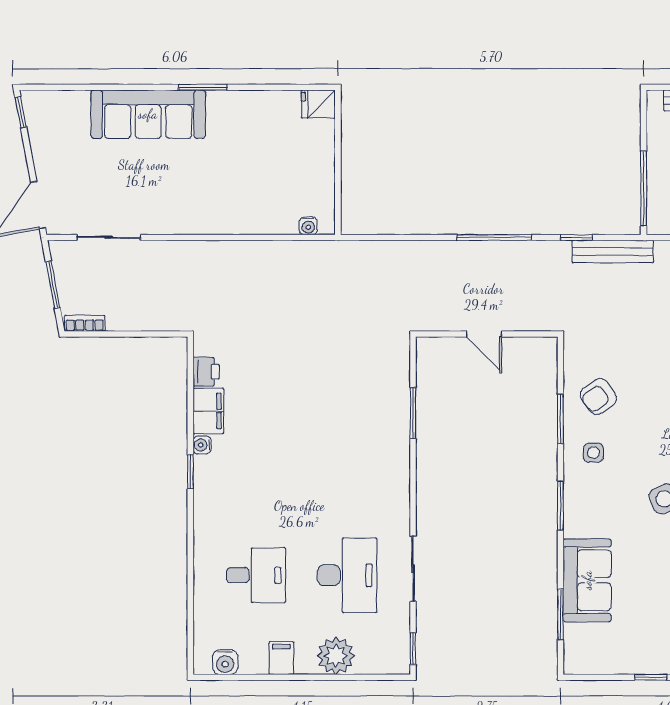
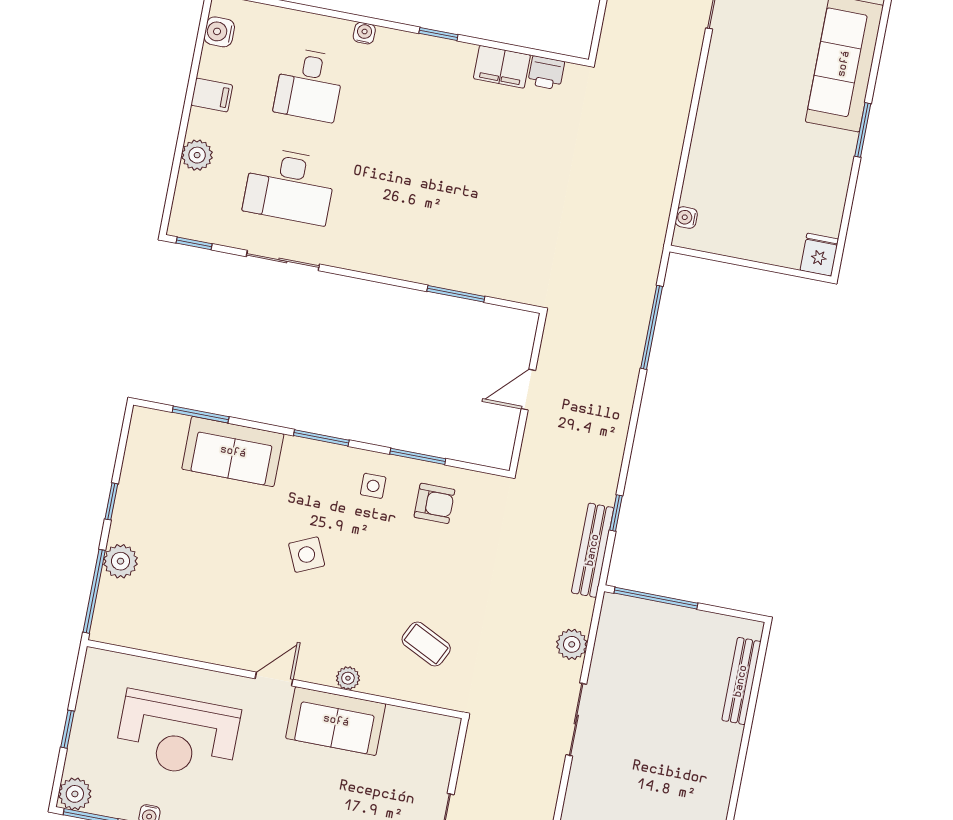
window: (494, 237) -> (652, 327), moved
armchair: (598, 397) -> (434, 503), turned 125
water cooler: (202, 445) -> (364, 33), moved
plant: (336, 656) -> (197, 155), width x0.73, depth x0.73

